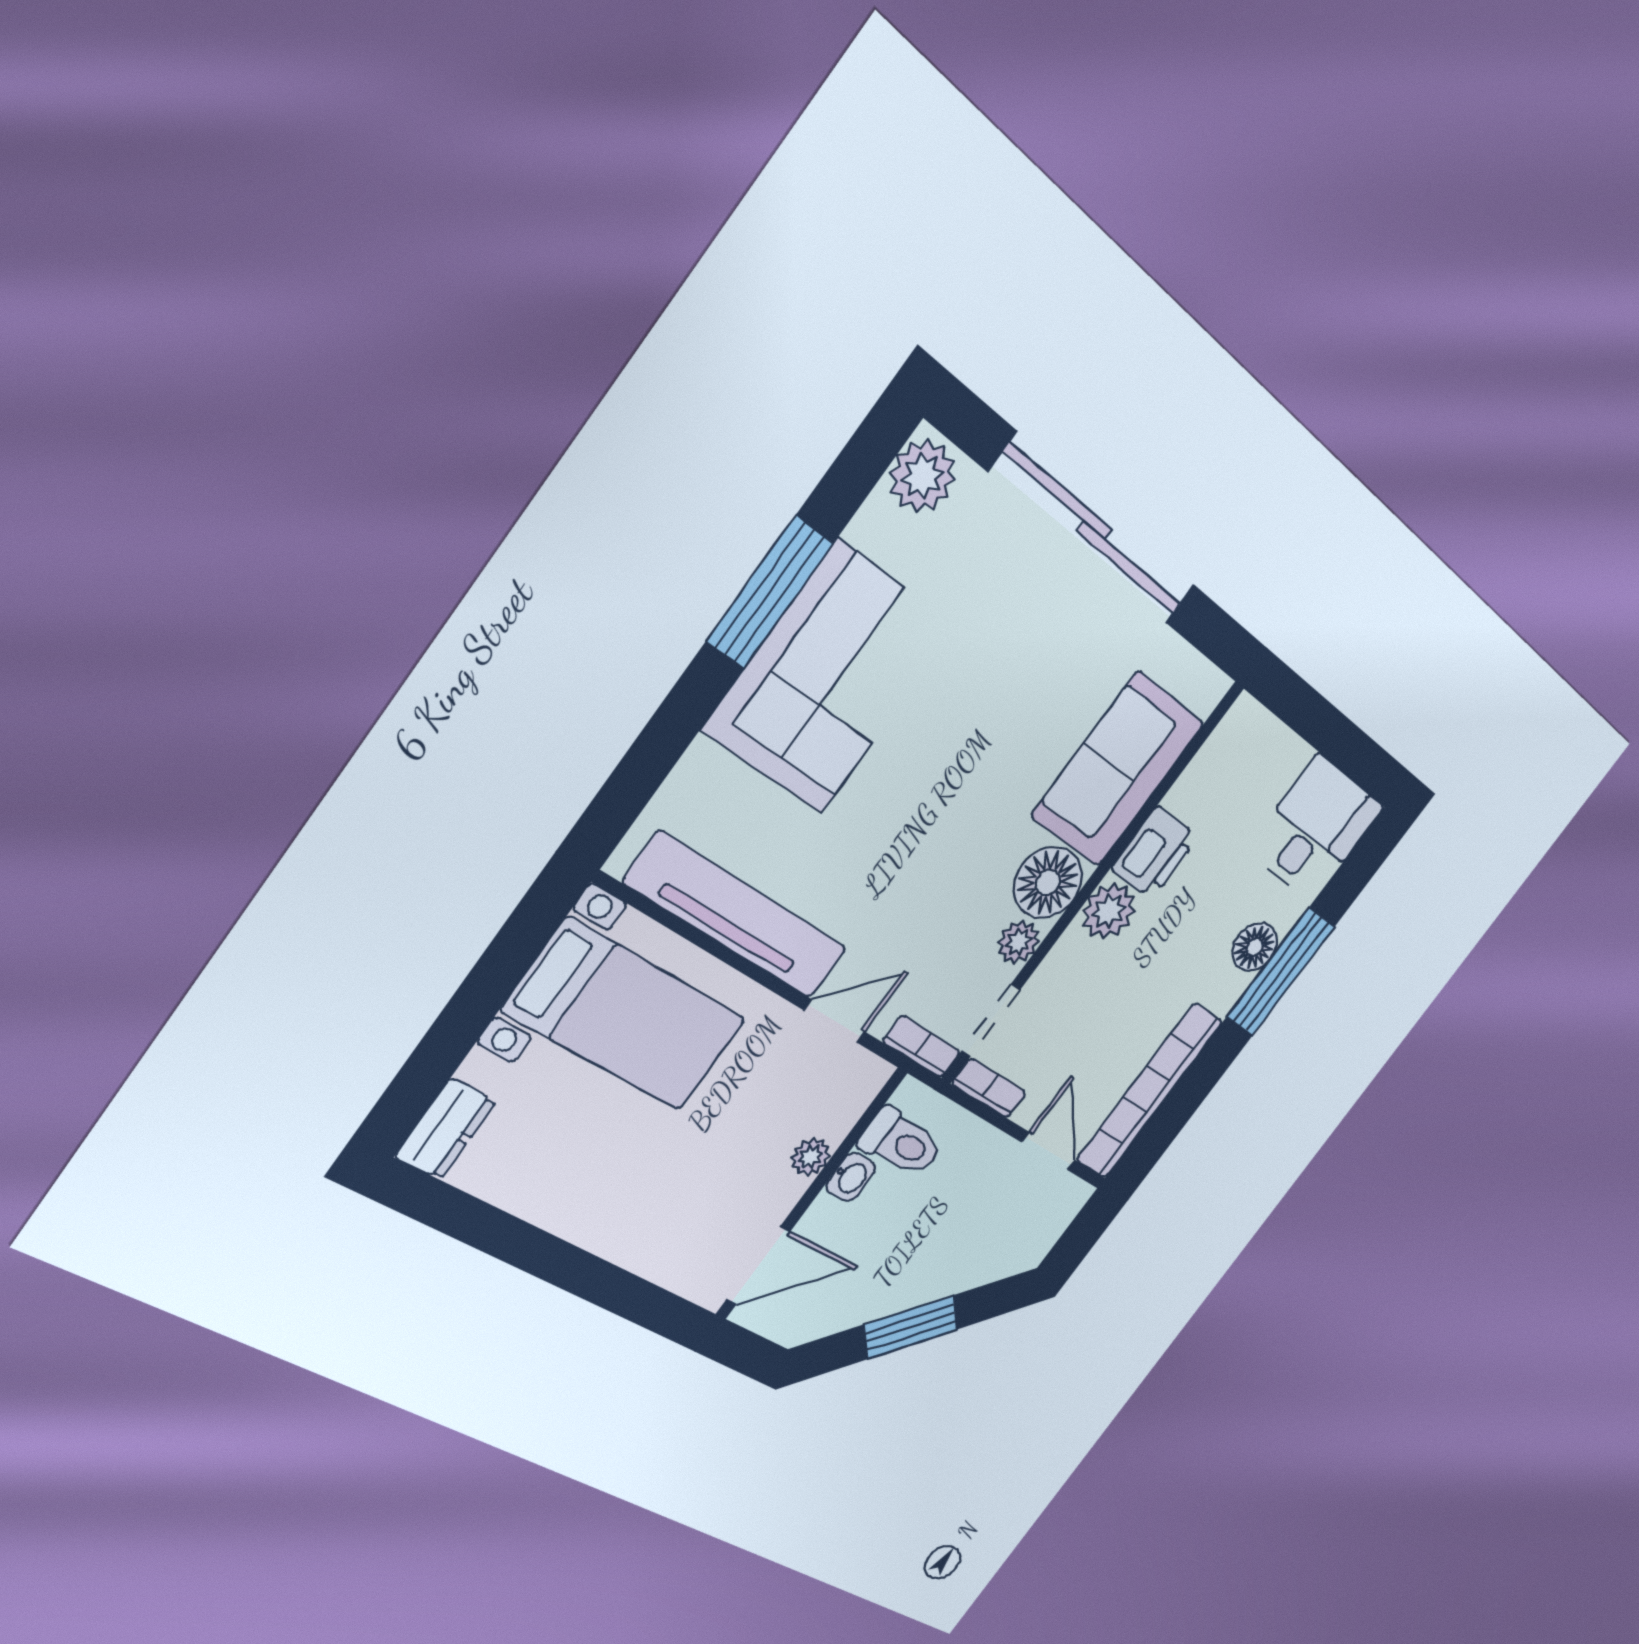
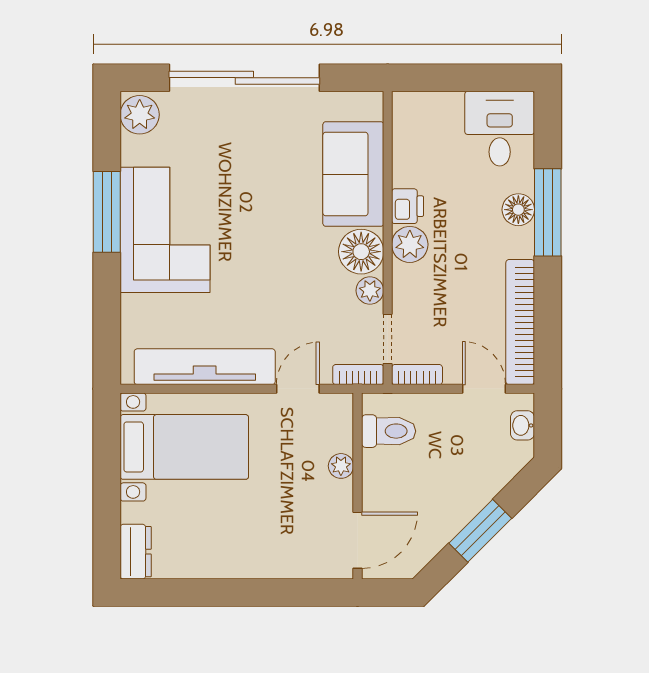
printer: (1155, 853) -> (408, 206), width x0.73, depth x0.81
washbasin: (851, 1177) -> (522, 425), moved, turned 180

